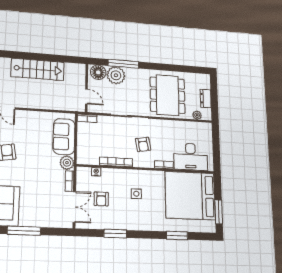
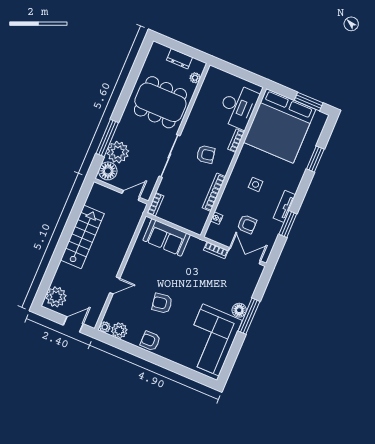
plant: (67, 163) -> (196, 245), removed
floor lamp: (26, 220) -> (239, 310), added
tv unit: (129, 225) -> (284, 206), added

